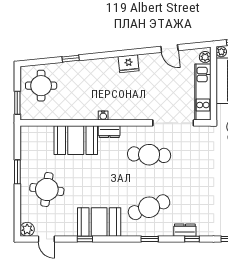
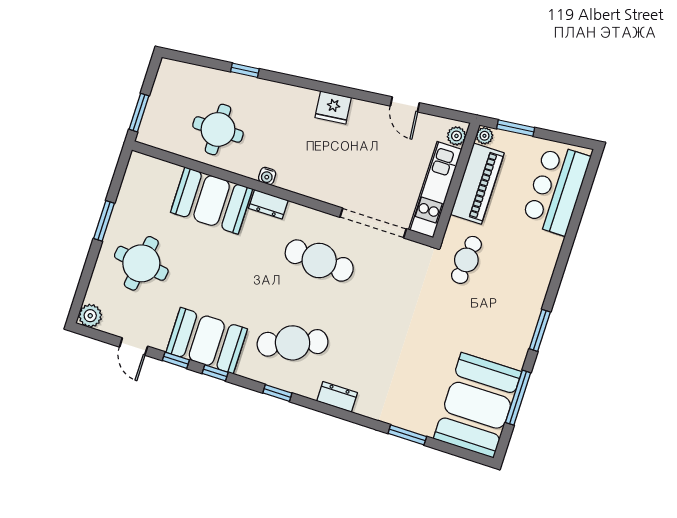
round table: (41, 86) -> (218, 129), moved
door: (46, 239) -> (134, 347), moved
window: (192, 239) -> (215, 373), moved

